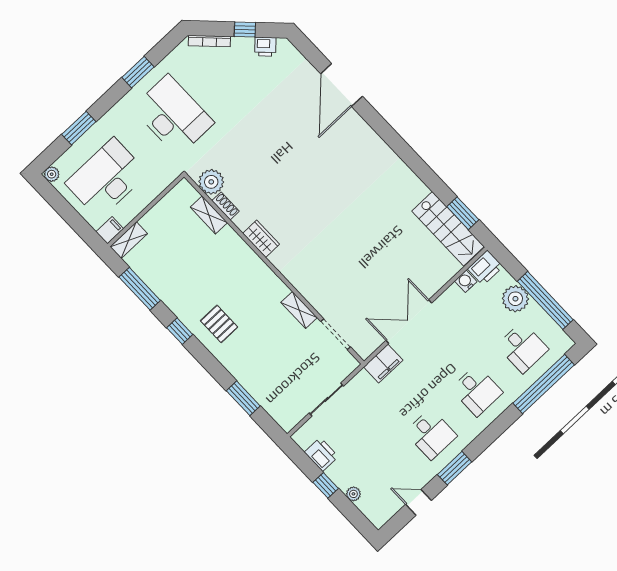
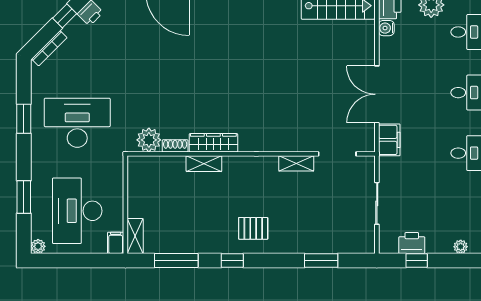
shelving: (209, 215) -> (204, 164), moved
wardrobe: (261, 239) -> (213, 143), width x1.50
window: (326, 485) -> (417, 261), moved

